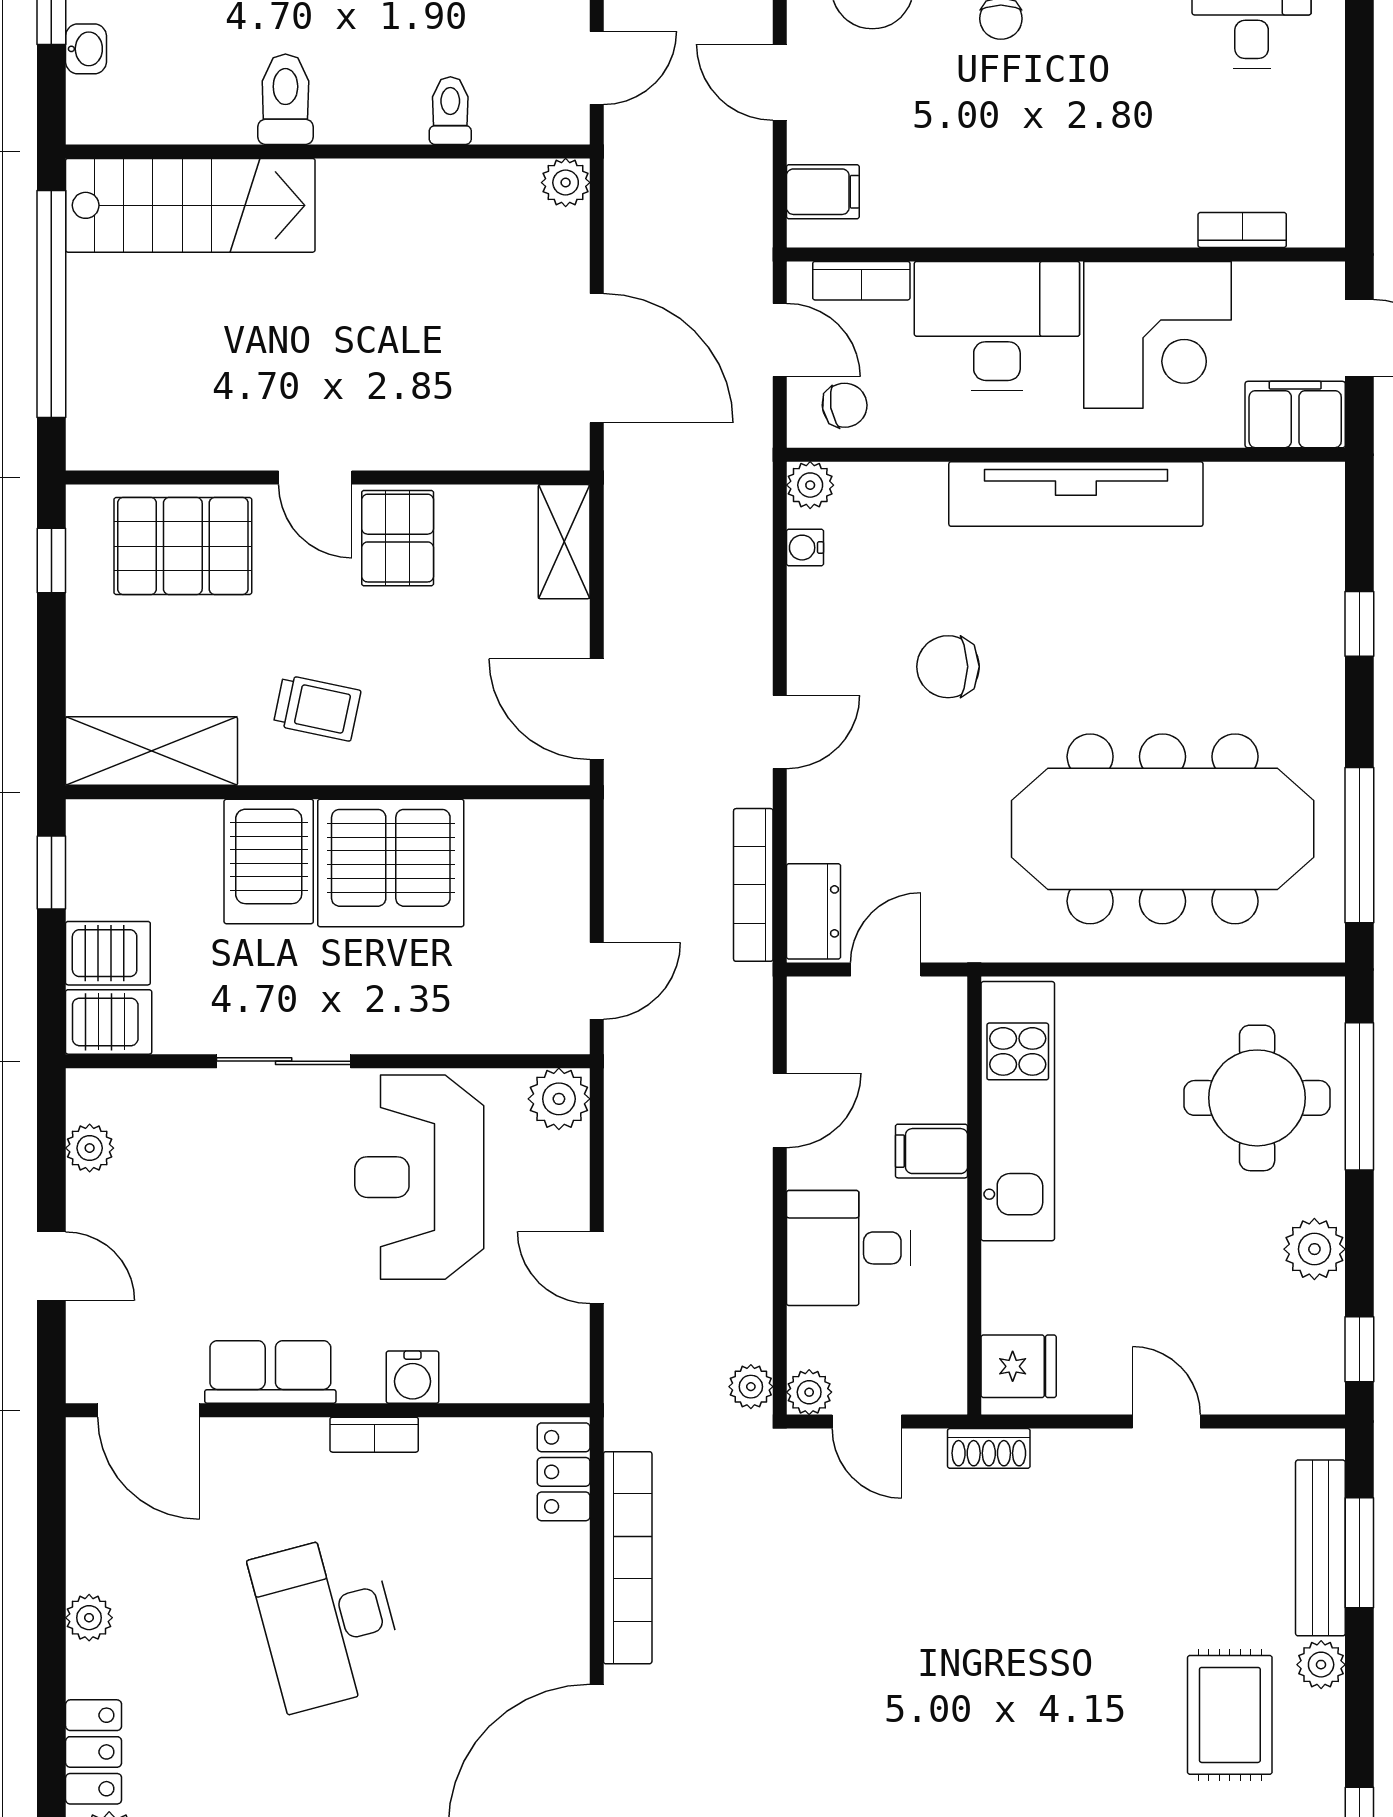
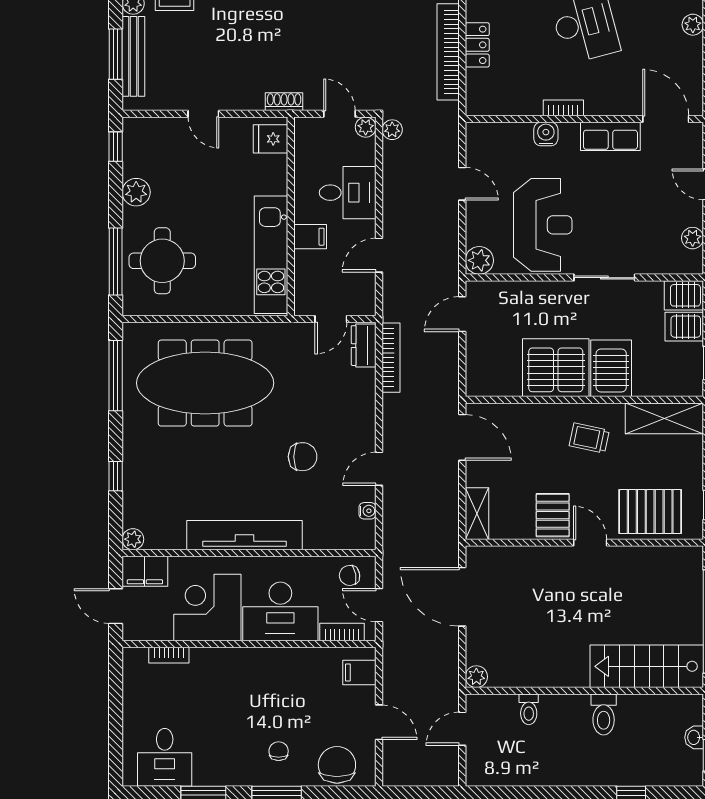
plant: (810, 485) -> (133, 539), moved
door: (780, 732) -> (379, 469), moved
locker: (564, 1472) -> (477, 45), moved

